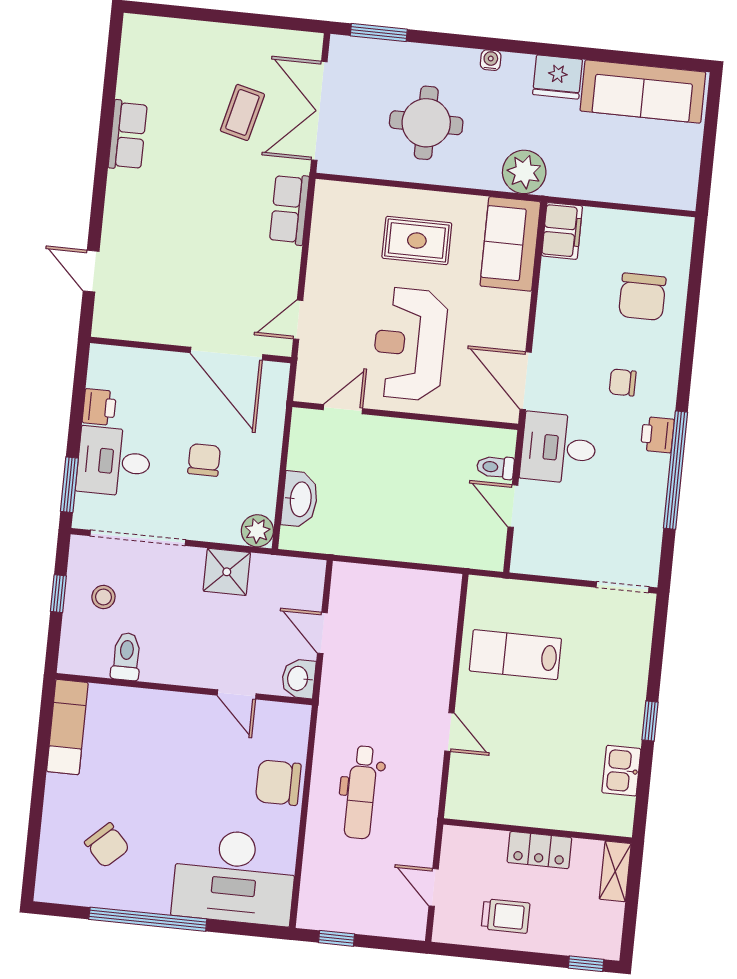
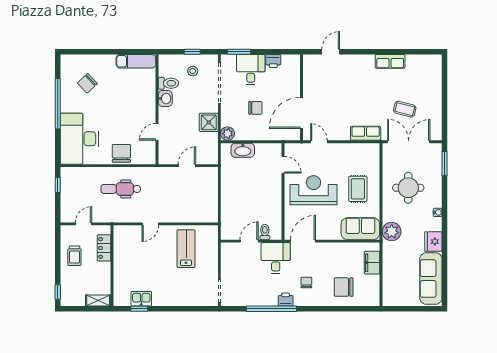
filing cabinet: (562, 231) -> (372, 263), moved, turned 90
washbasin: (299, 679) -> (165, 99), moved, turned 90
window: (650, 721) -> (139, 309), moved
locker: (539, 850) -> (104, 248), moved

